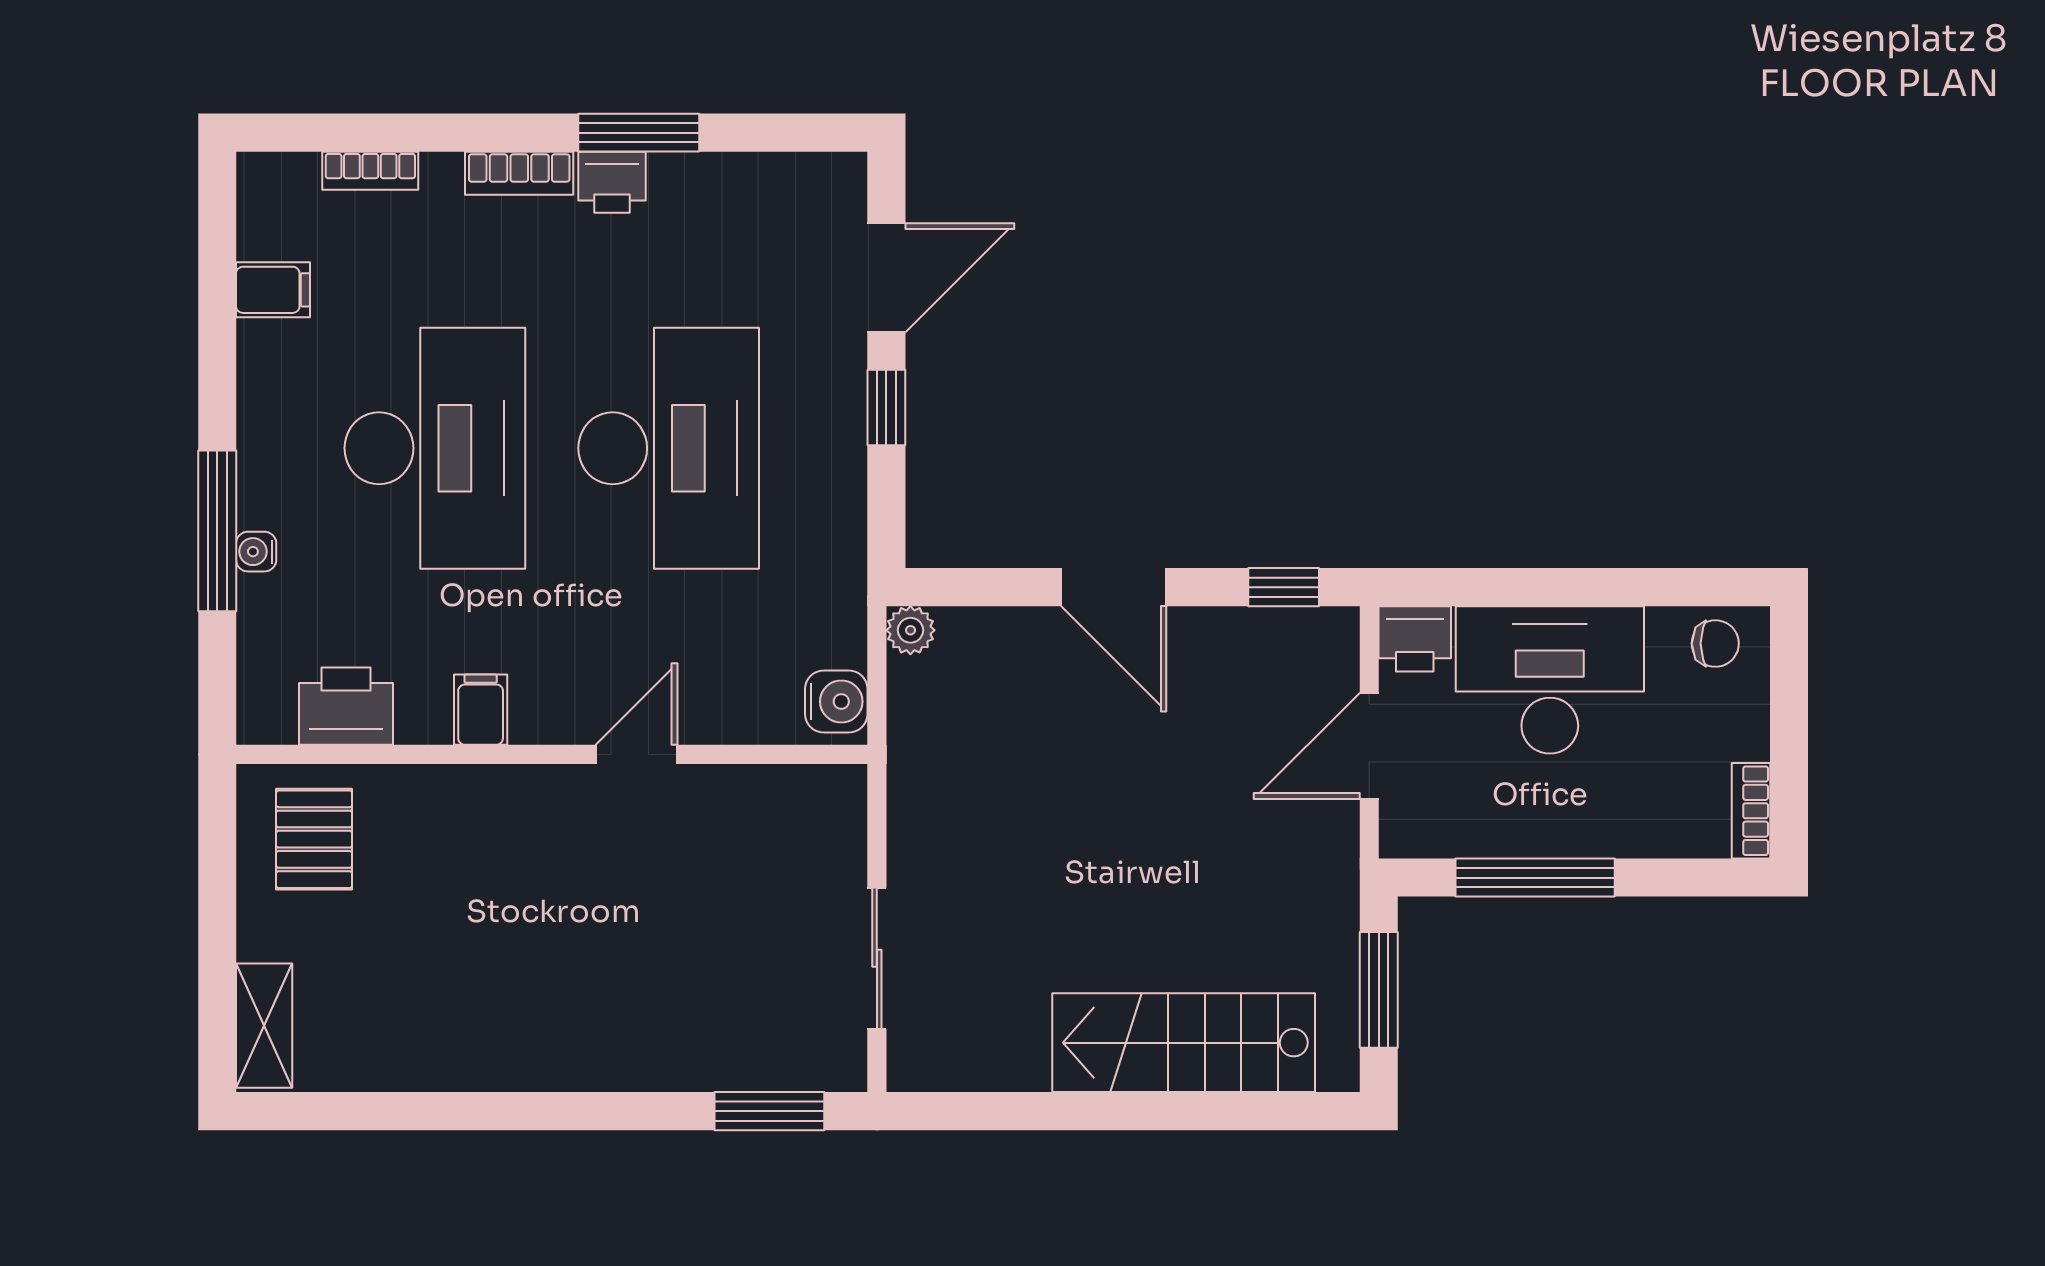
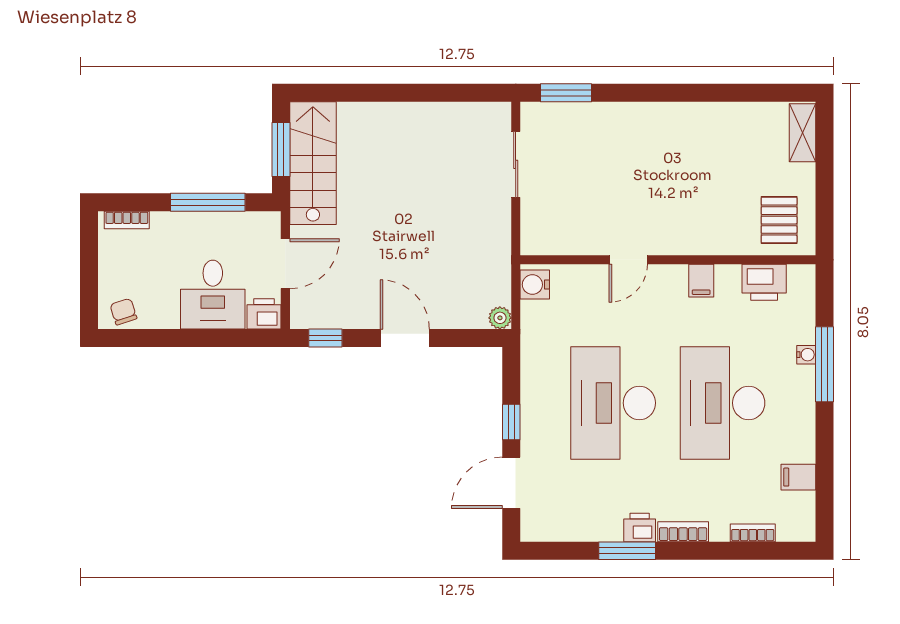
chair: (1715, 644) -> (123, 312), turned 72
desk: (1550, 680) -> (213, 295), width x0.73
bookcase: (1751, 811) -> (127, 220), moved, turned 90
stairs: (1184, 1043) -> (313, 163), moved, turned -90

